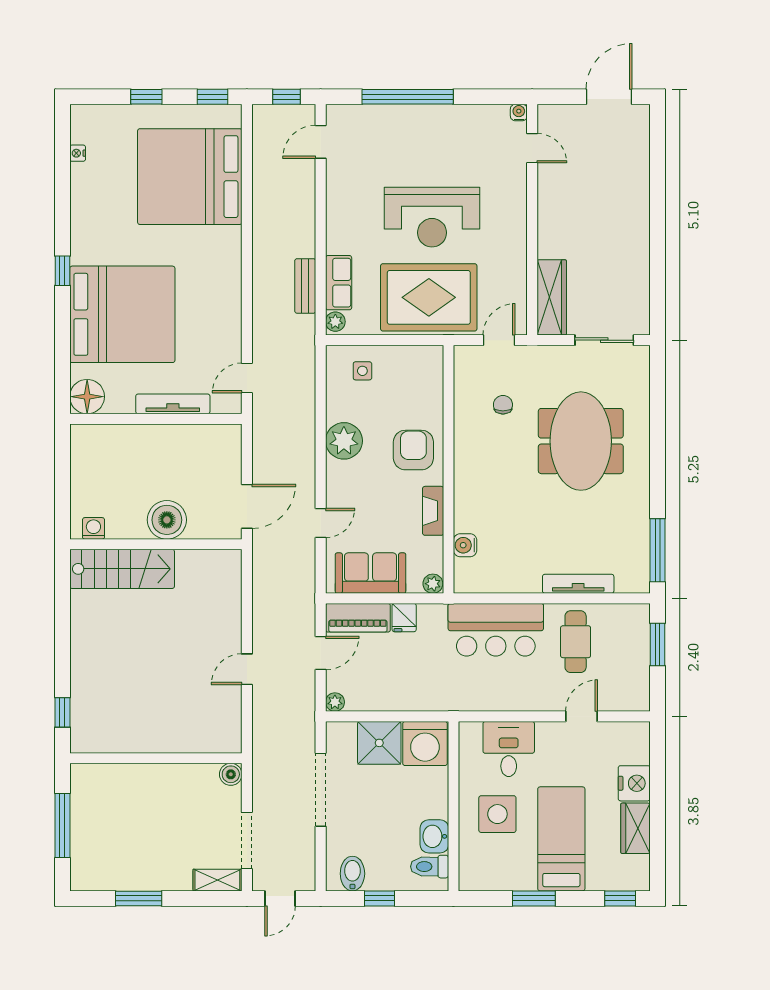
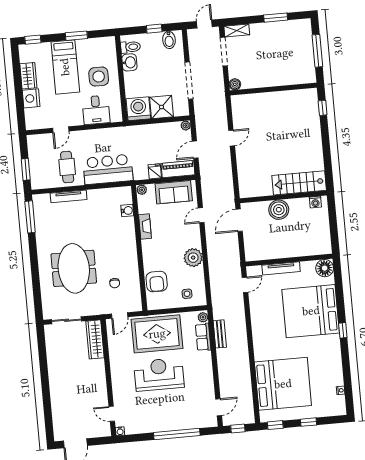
armchair: (413, 450) -> (157, 282), moved

